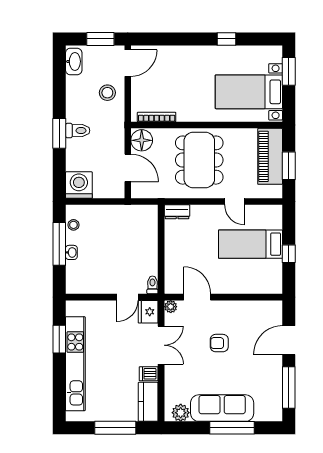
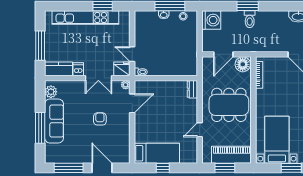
stool: (107, 93) -> (276, 40), removed
bed: (250, 244) -> (157, 153), moved, turned 90

